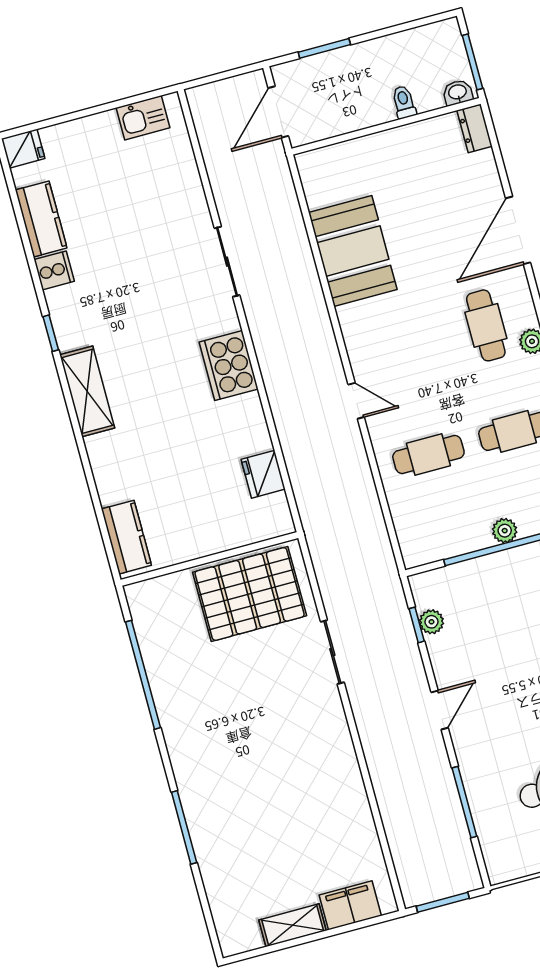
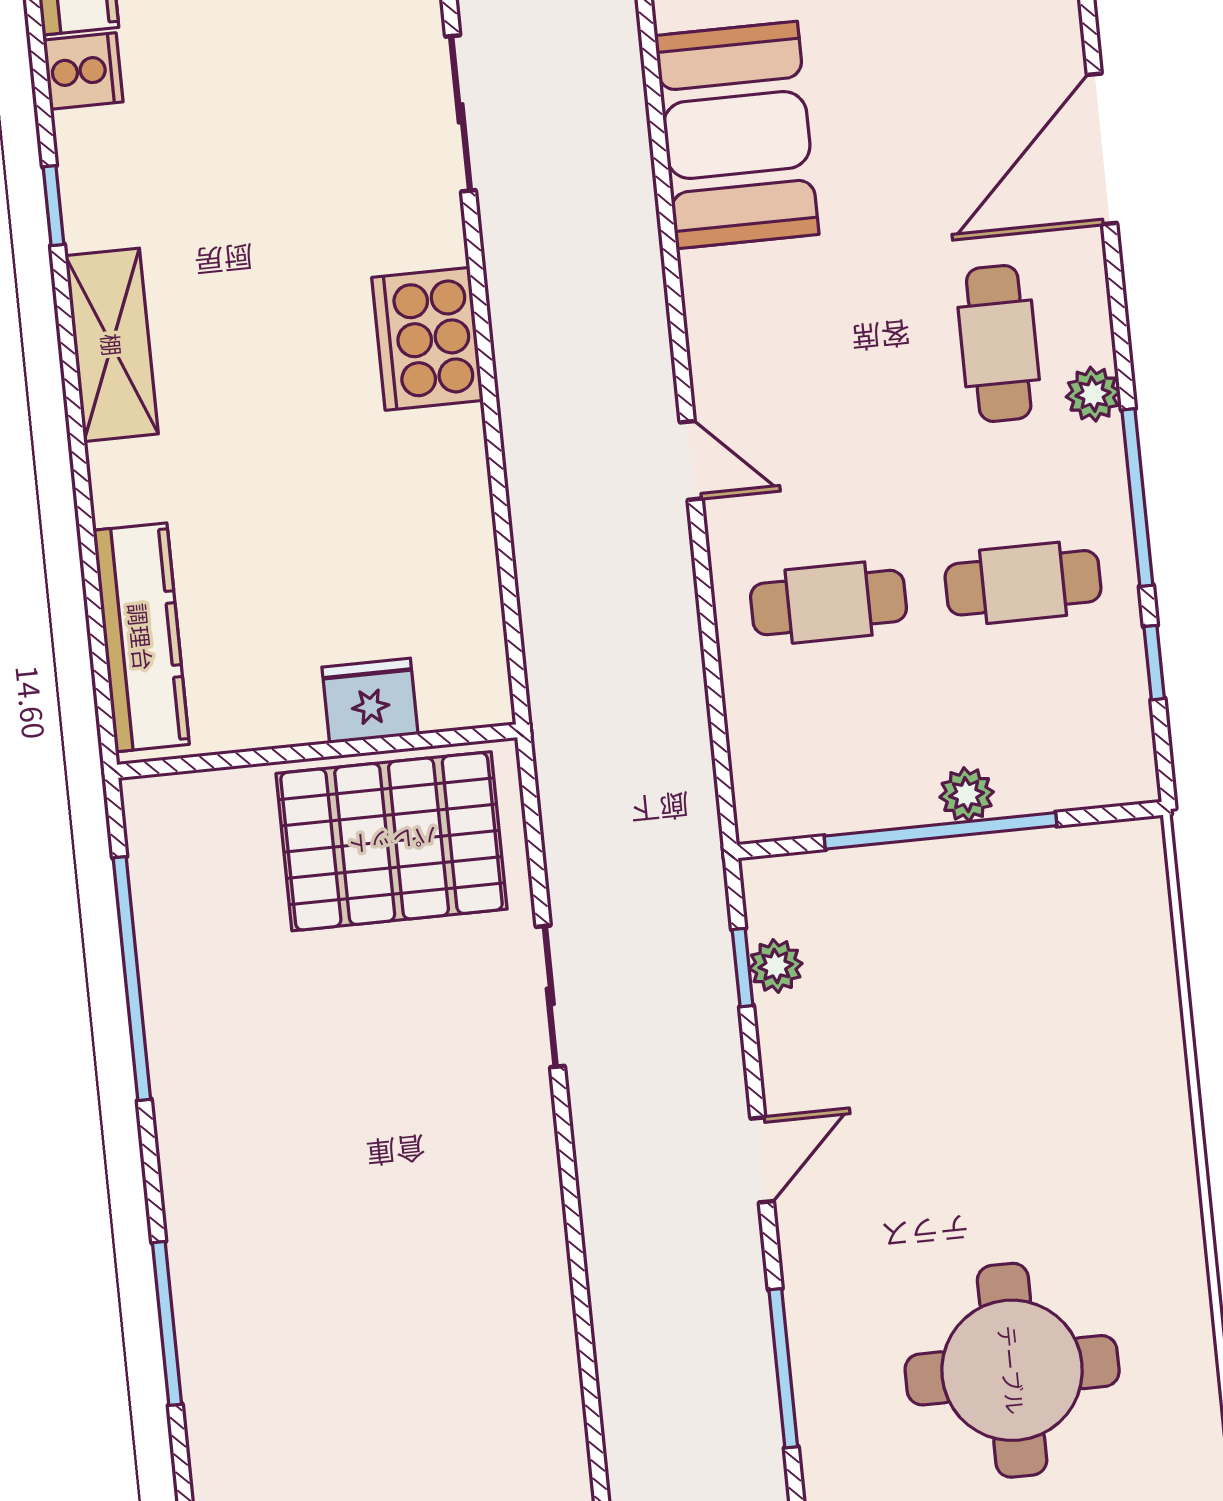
fridge: (263, 474) -> (370, 701), moved, turned 90
kitchen counter: (126, 537) -> (141, 637), width x1.50

